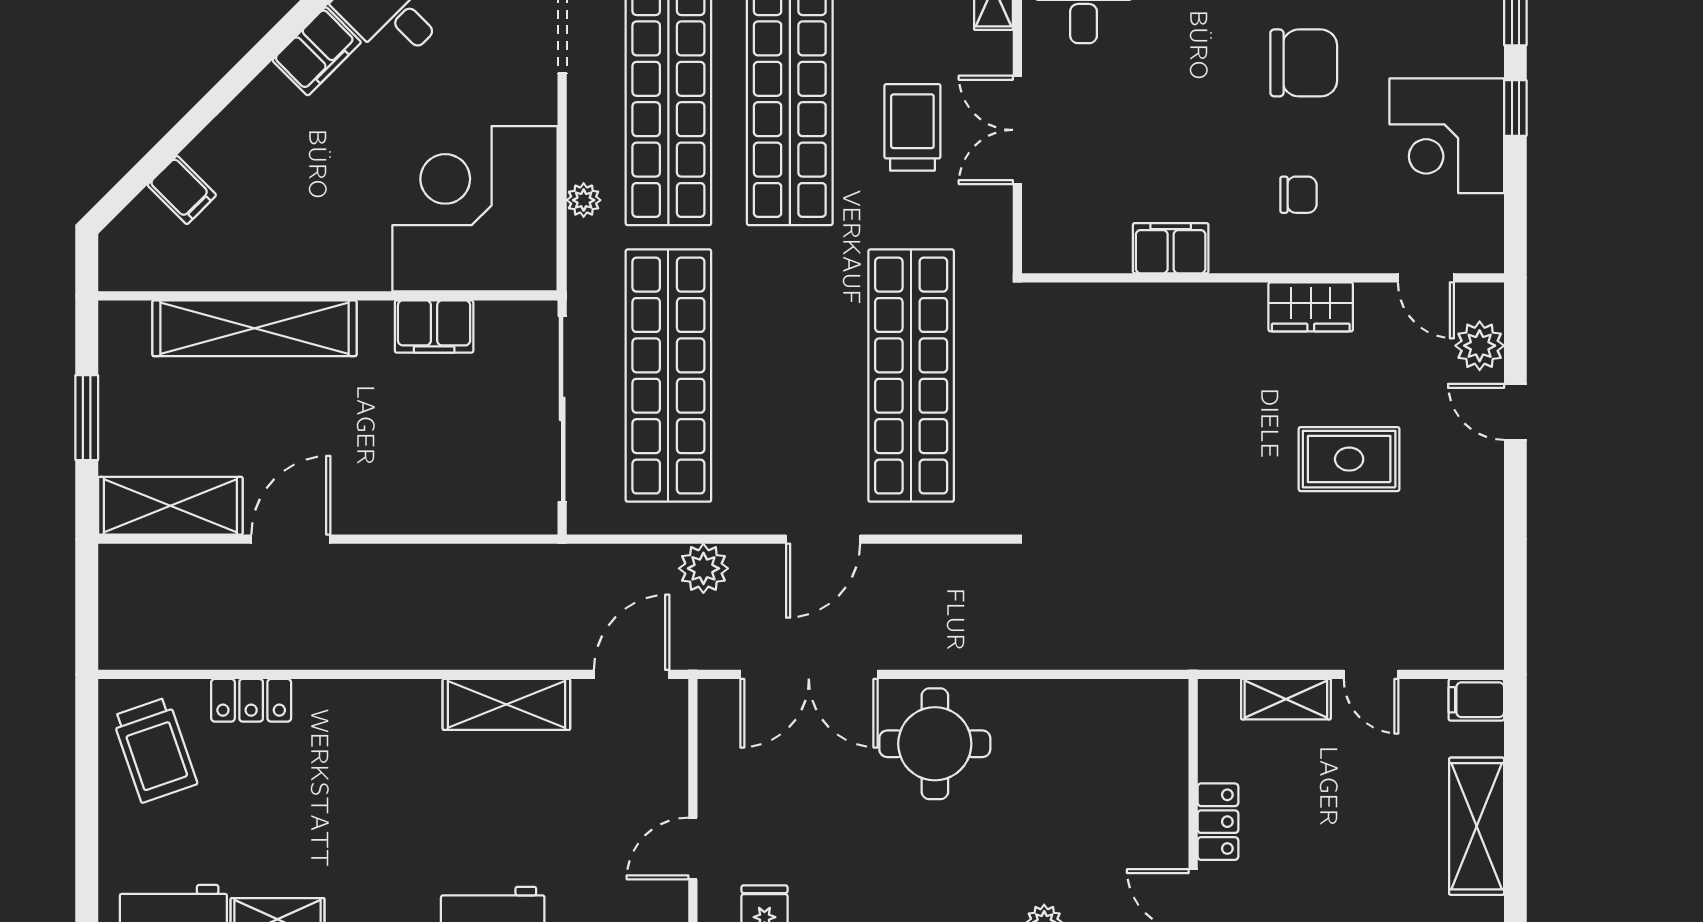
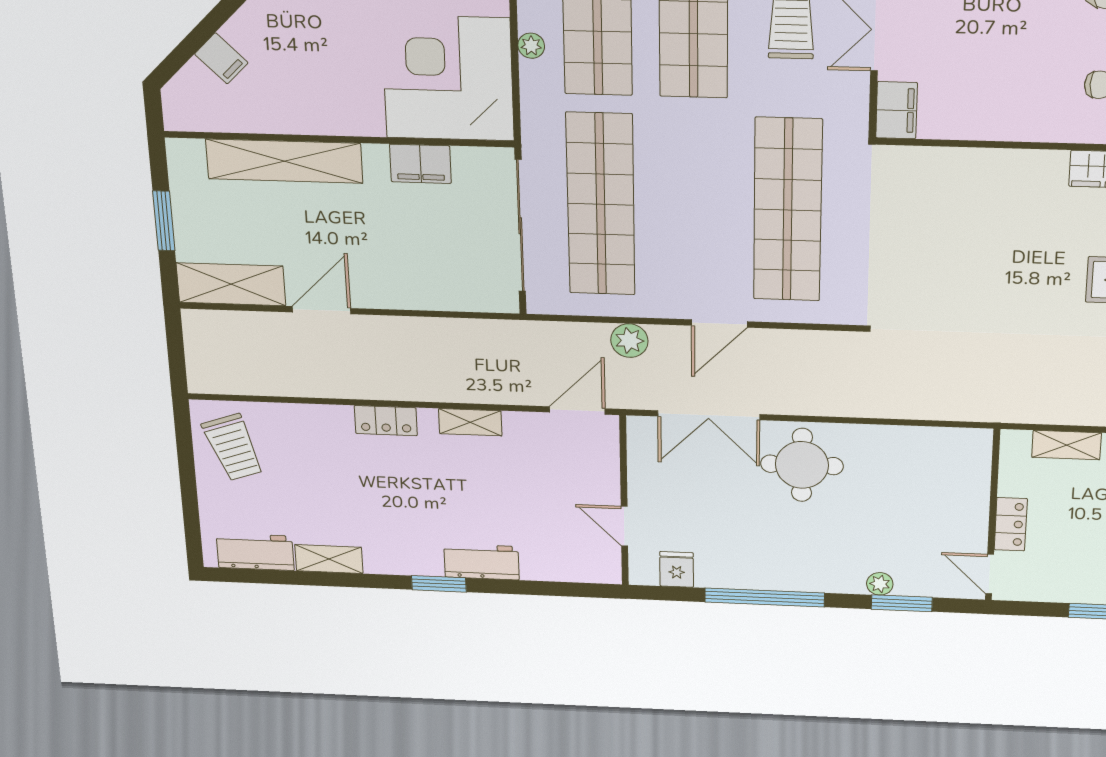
plant: (584, 200) -> (531, 46), moved
filing cabinet: (1171, 248) -> (897, 110), moved, turned 90
locker: (251, 700) -> (386, 421), moved
shelving: (506, 704) -> (470, 422), width x0.67, depth x0.75
door: (693, 849) -> (624, 526), hinge flipped

